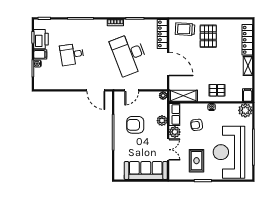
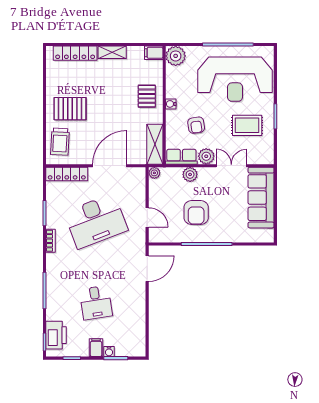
printer: (41, 39) -> (56, 335), moved, turned 90

